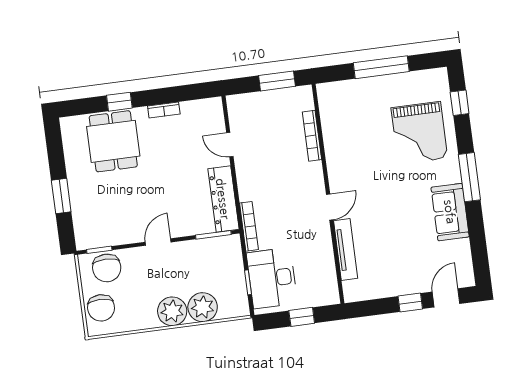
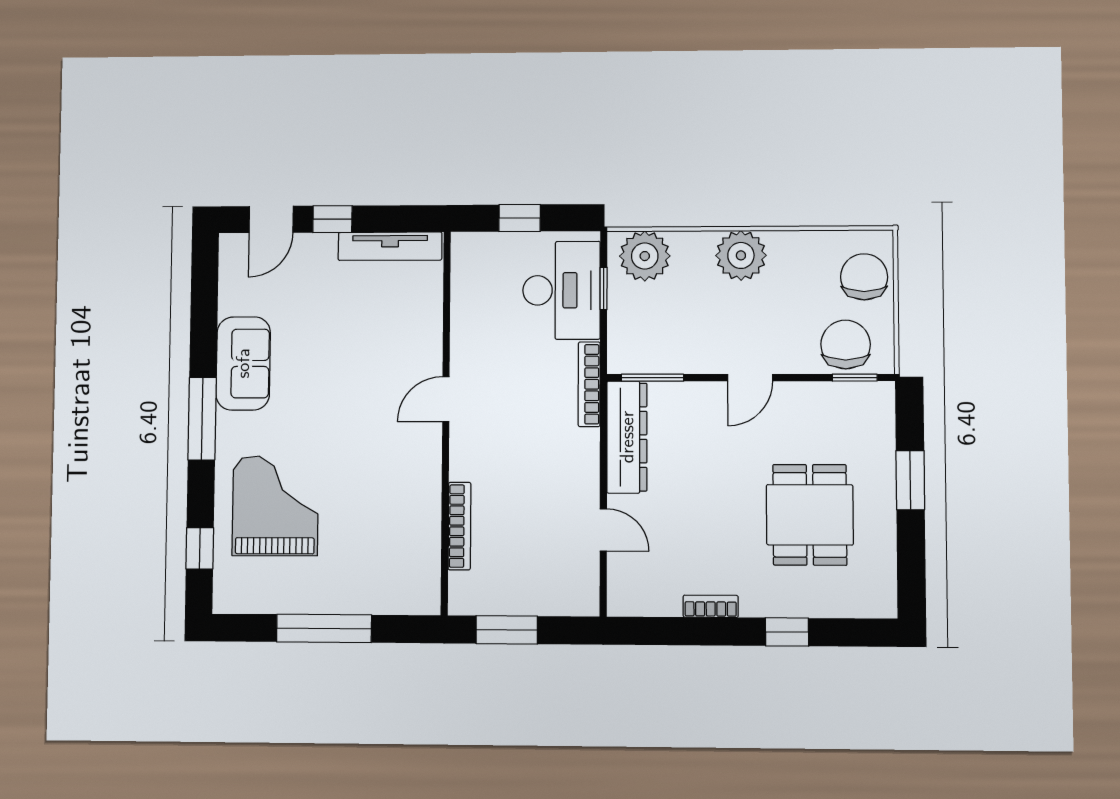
dining table: (113, 141) -> (810, 515), moved
tv unit: (346, 250) -> (390, 246), moved, turned -90
plant: (203, 307) -> (645, 256), moved

